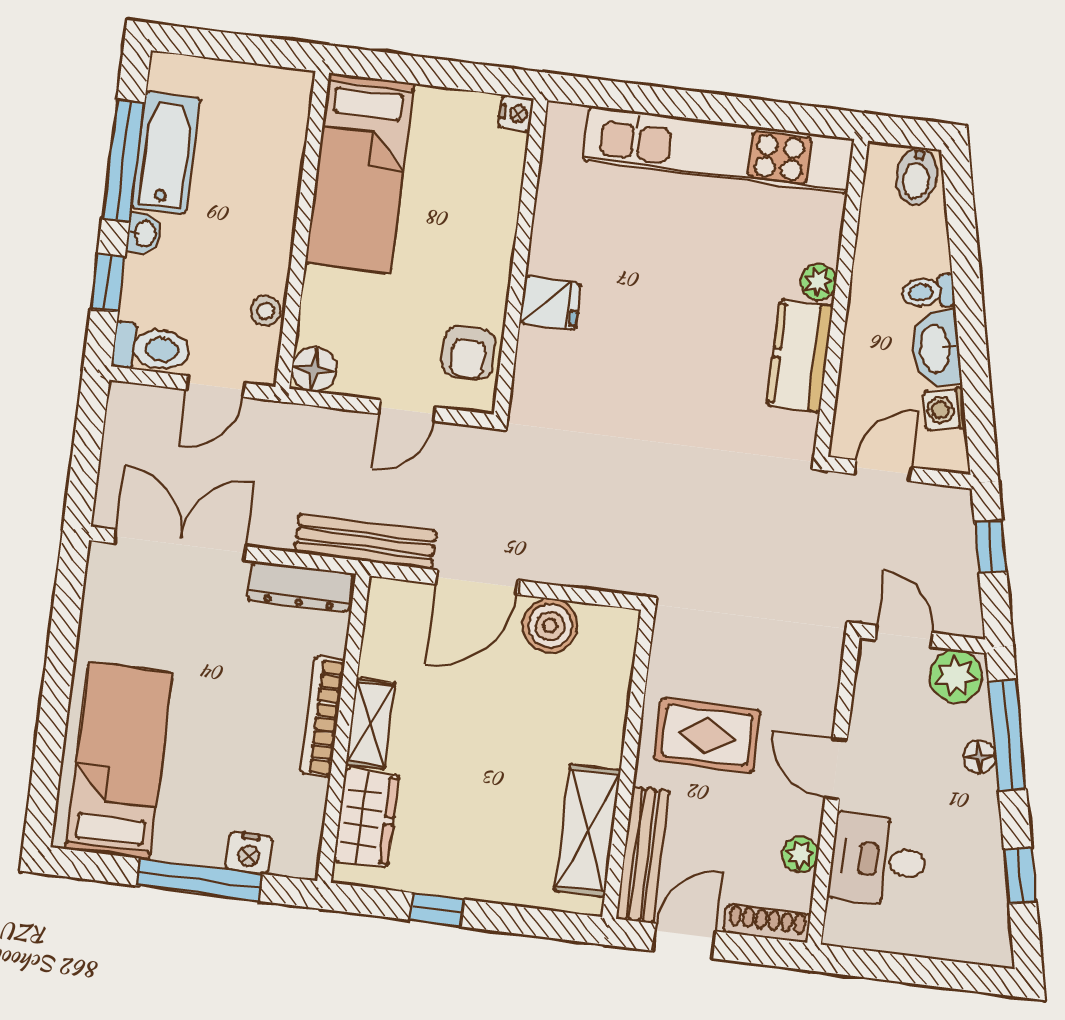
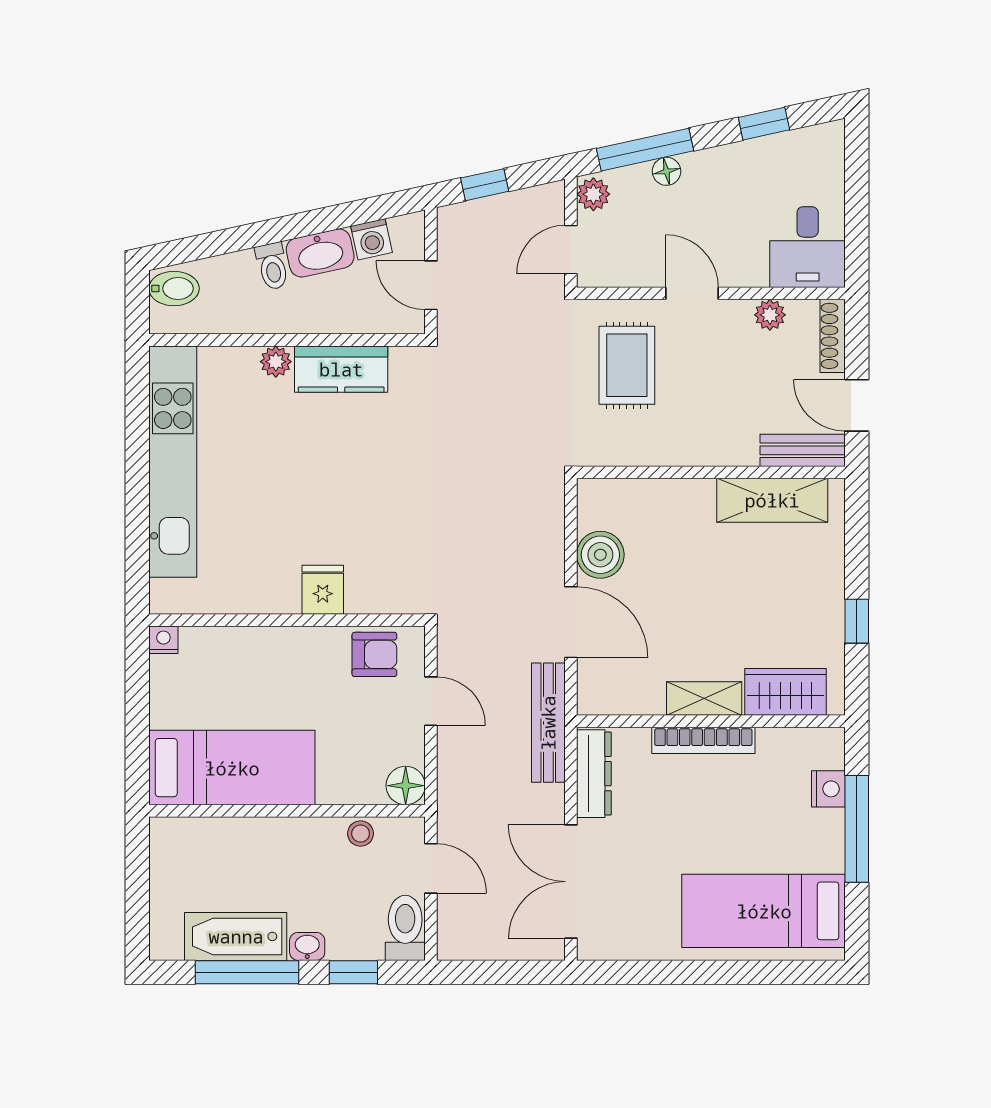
plant: (956, 676) -> (593, 194), width x0.73, depth x0.73
rug: (707, 735) -> (627, 365), moved
door: (836, 769) -> (692, 293), swing flipped
bench: (643, 855) -> (803, 450), width x0.73
desk: (878, 860) -> (808, 247), moved

